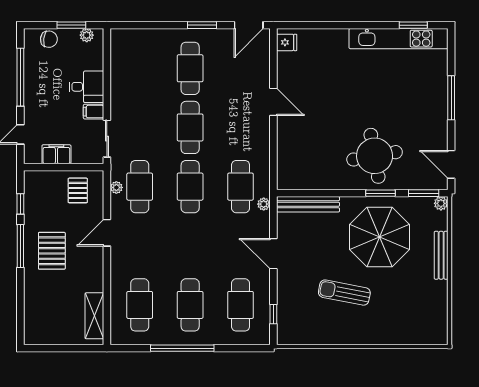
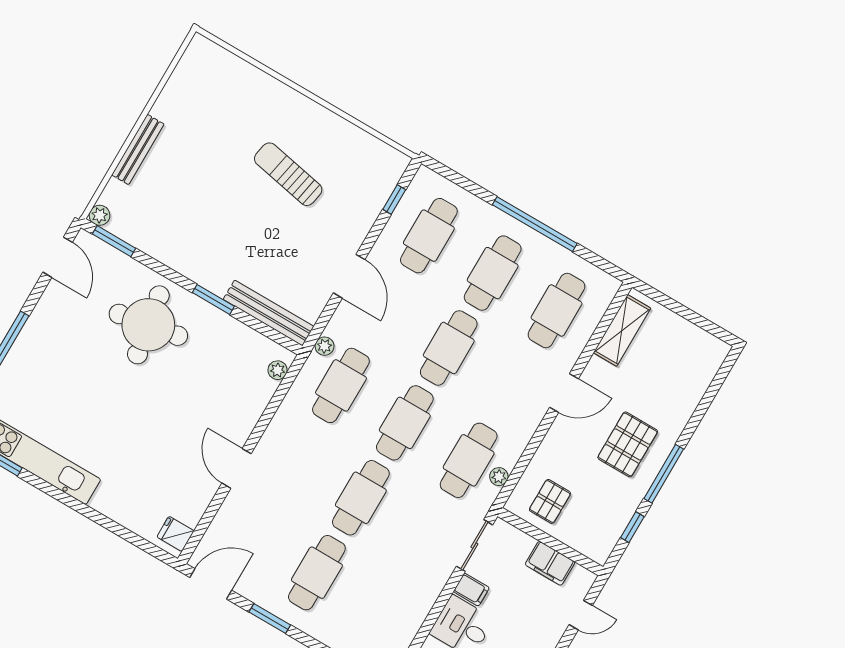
plant: (283, 174) -> (278, 370), added
window: (380, 193) -> (213, 299), moved
door: (107, 233) -> (564, 393), moved
parasol: (379, 237) -> (202, 218), removed
cafe table: (190, 246) -> (449, 348), added
sun lounger: (344, 293) -> (288, 174), turned 180

